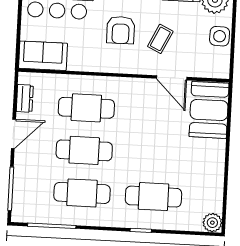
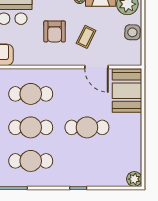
cafe table: (153, 197) -> (87, 127), moved

